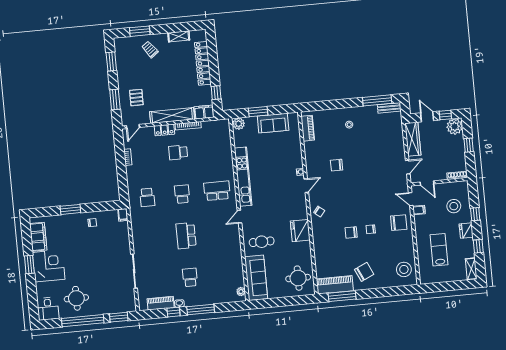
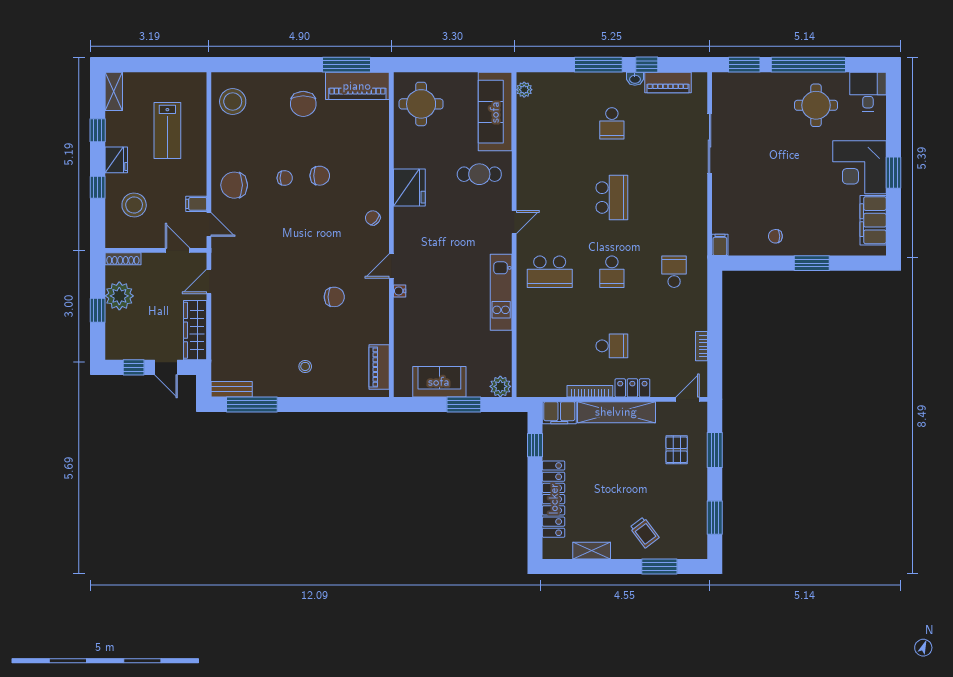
plant: (455, 126) -> (119, 296), moved
kitchen unit: (243, 177) -> (501, 292), width x0.73
chair: (364, 272) -> (303, 104), turned -65

